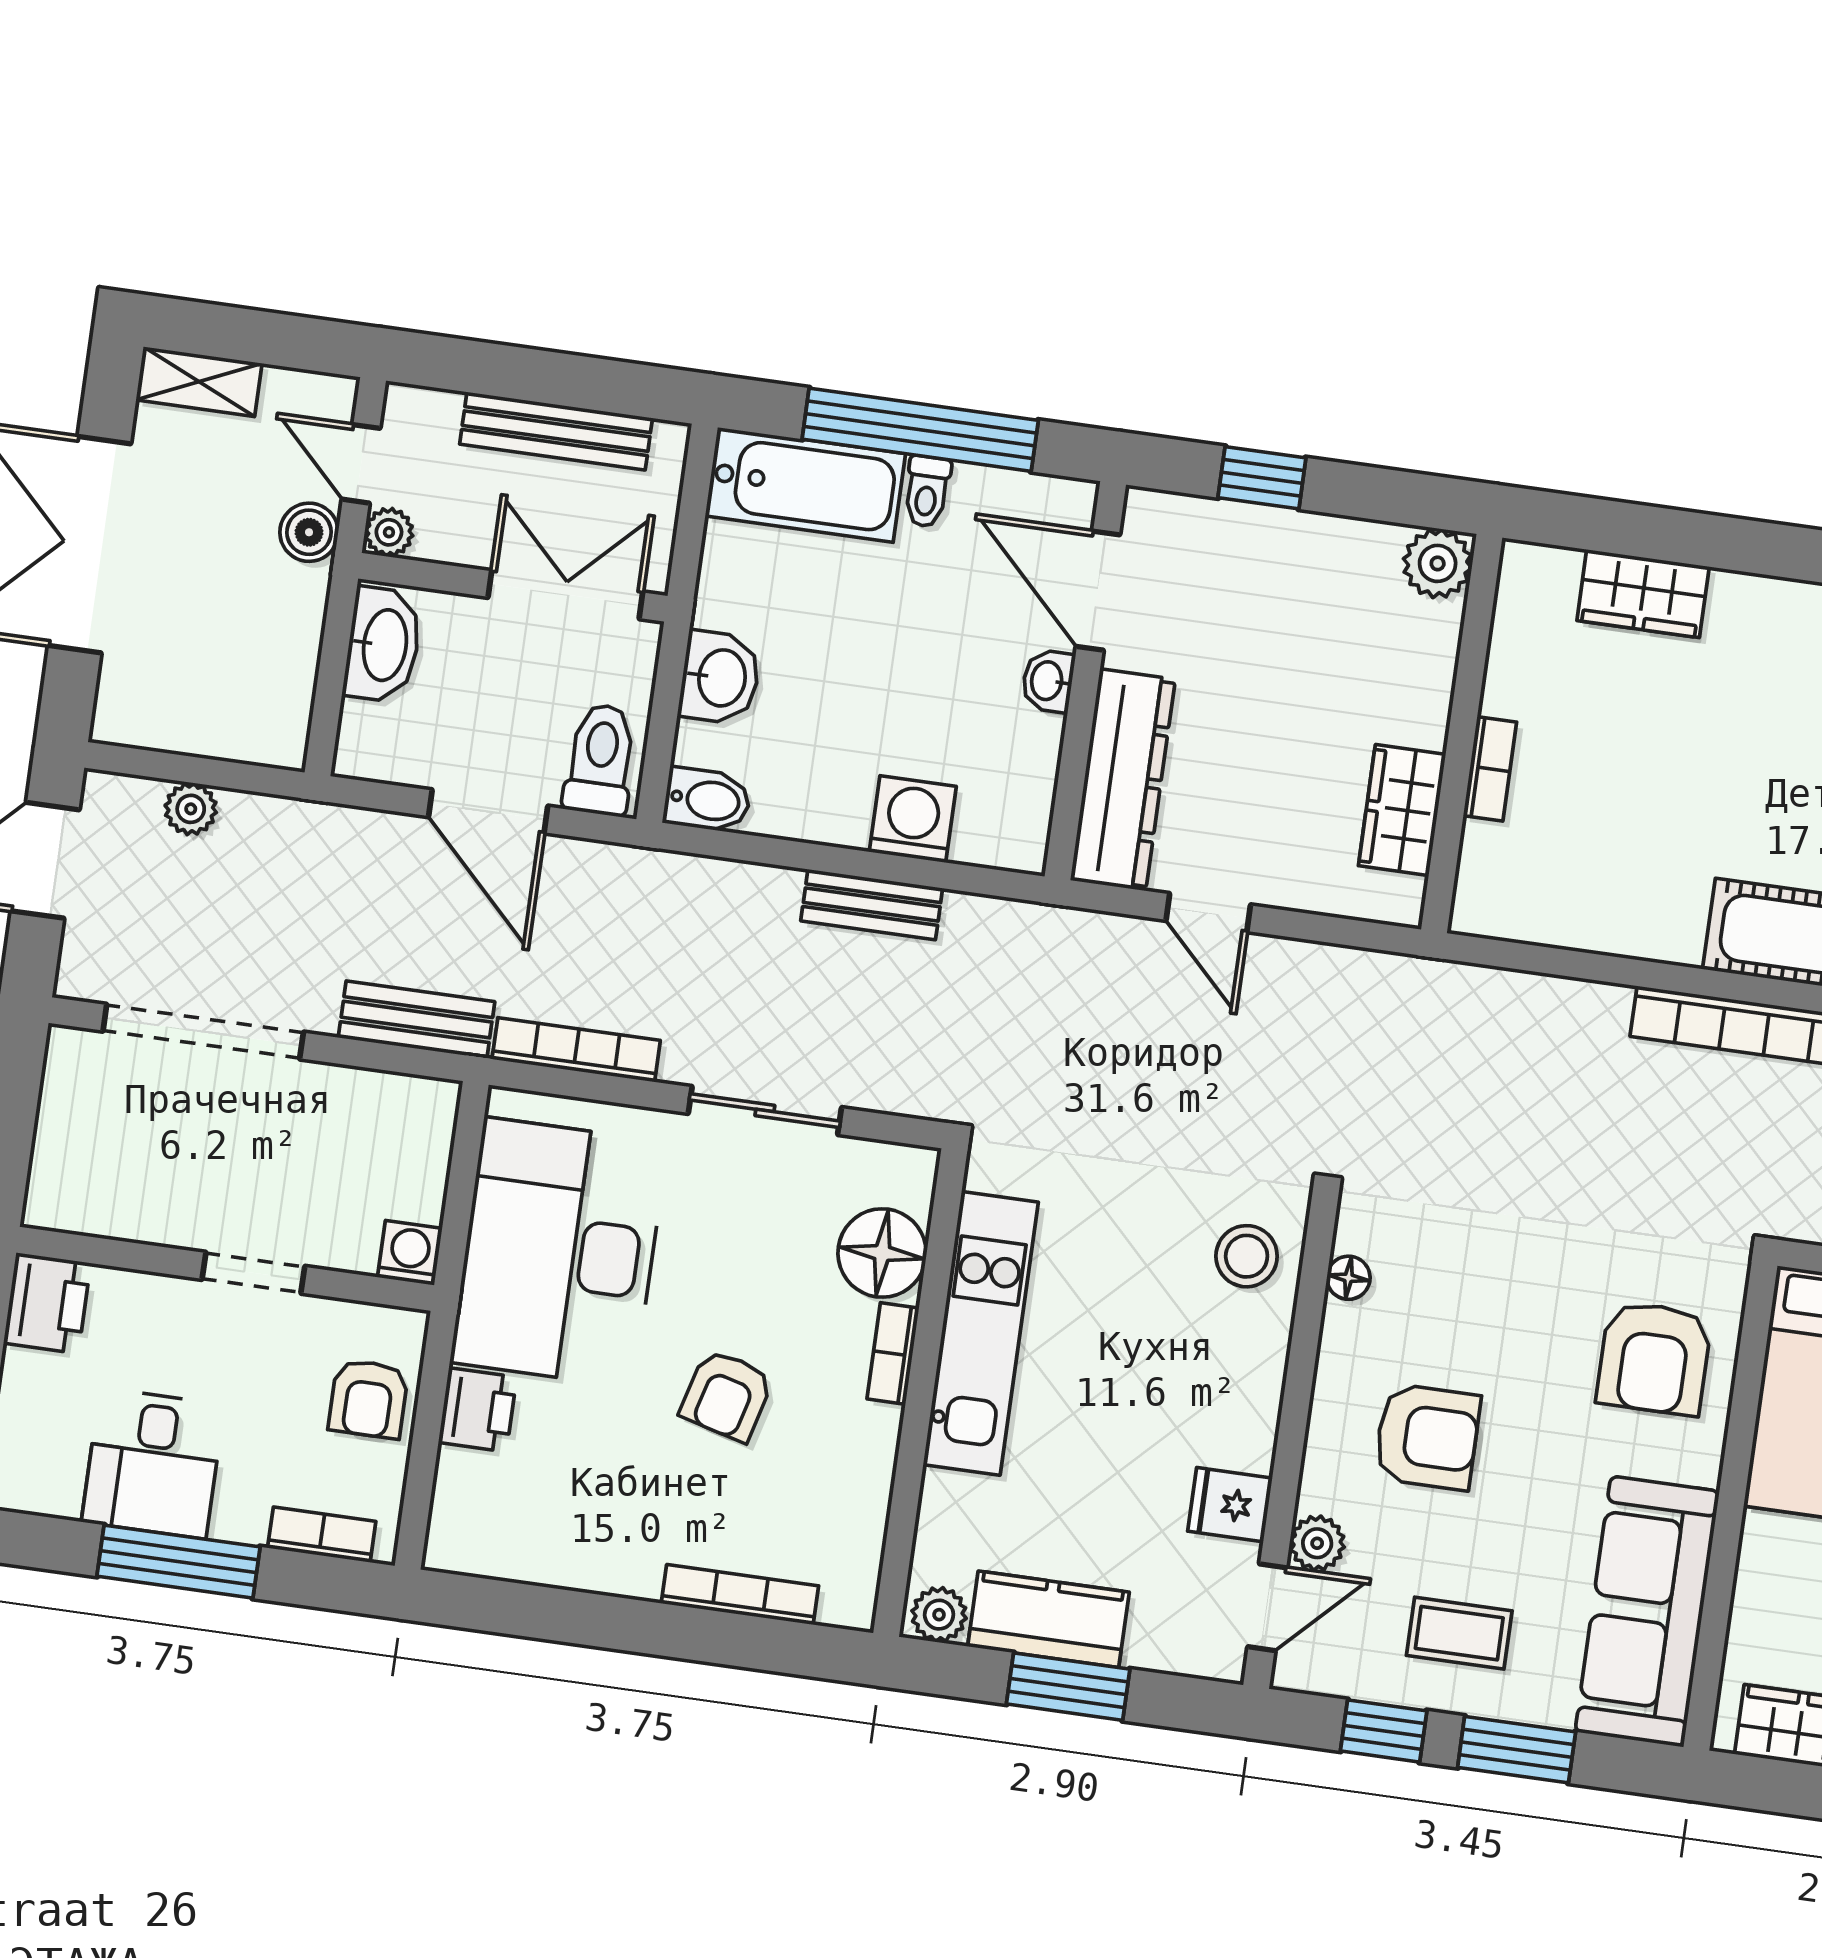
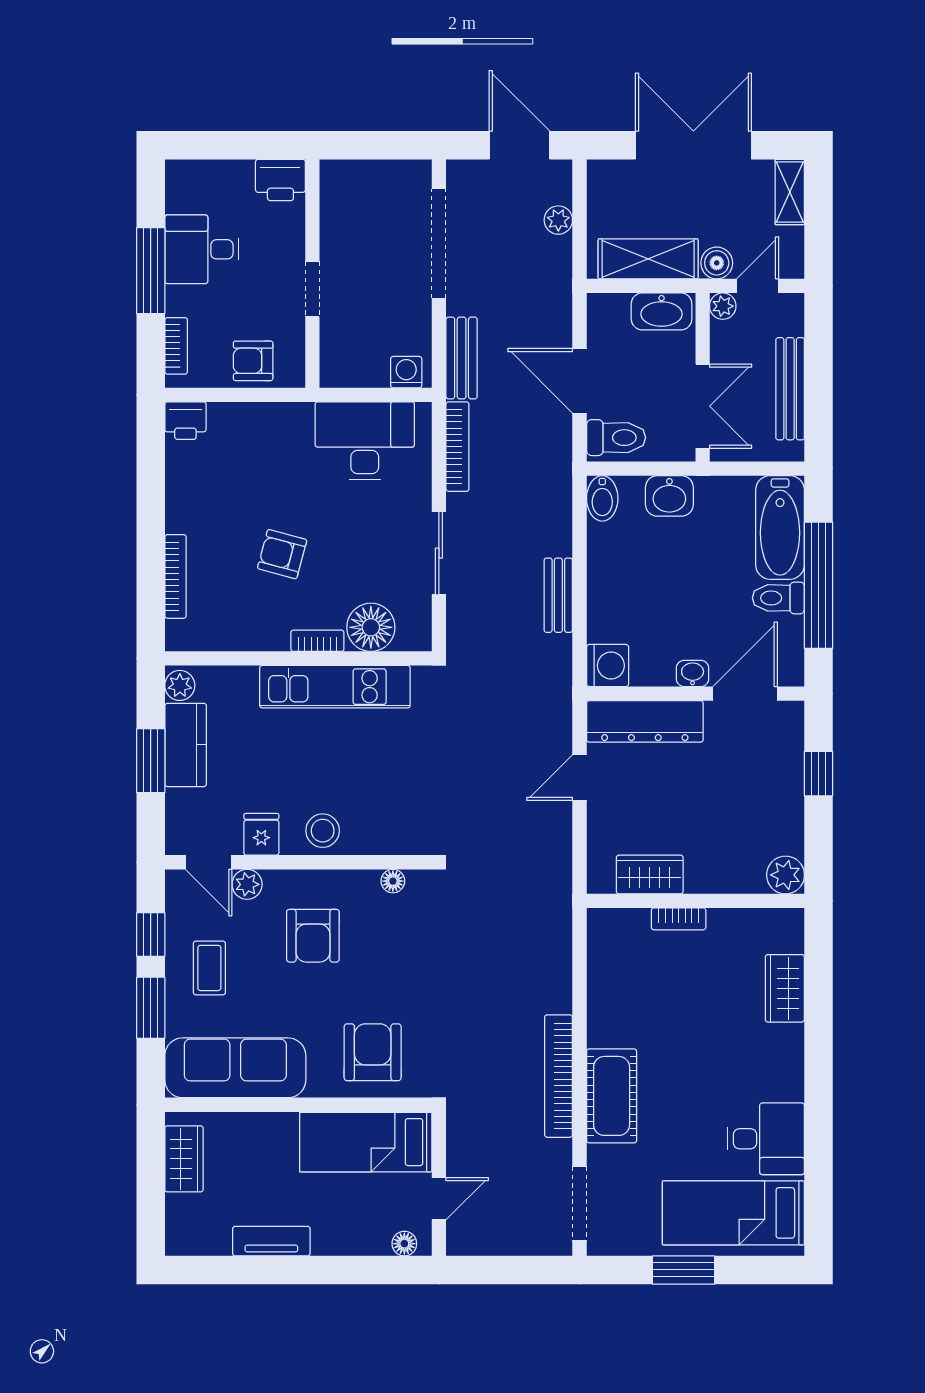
toilet: (927, 491) -> (778, 598), width x1.37, depth x1.39
shelving: (284, 656) -> (648, 259), added
door: (488, 811) -> (580, 381), hinge flipped
washing machine: (913, 819) -> (608, 666), moved
desk: (559, 1252) -> (365, 441), width x0.73, depth x0.77
washing machine: (410, 1253) -> (406, 372), moved, turned -90
stool: (1247, 1256) -> (323, 831), moved
armchair: (1654, 1358) -> (373, 1052), turned 90
printer: (478, 1410) -> (185, 421), moved

